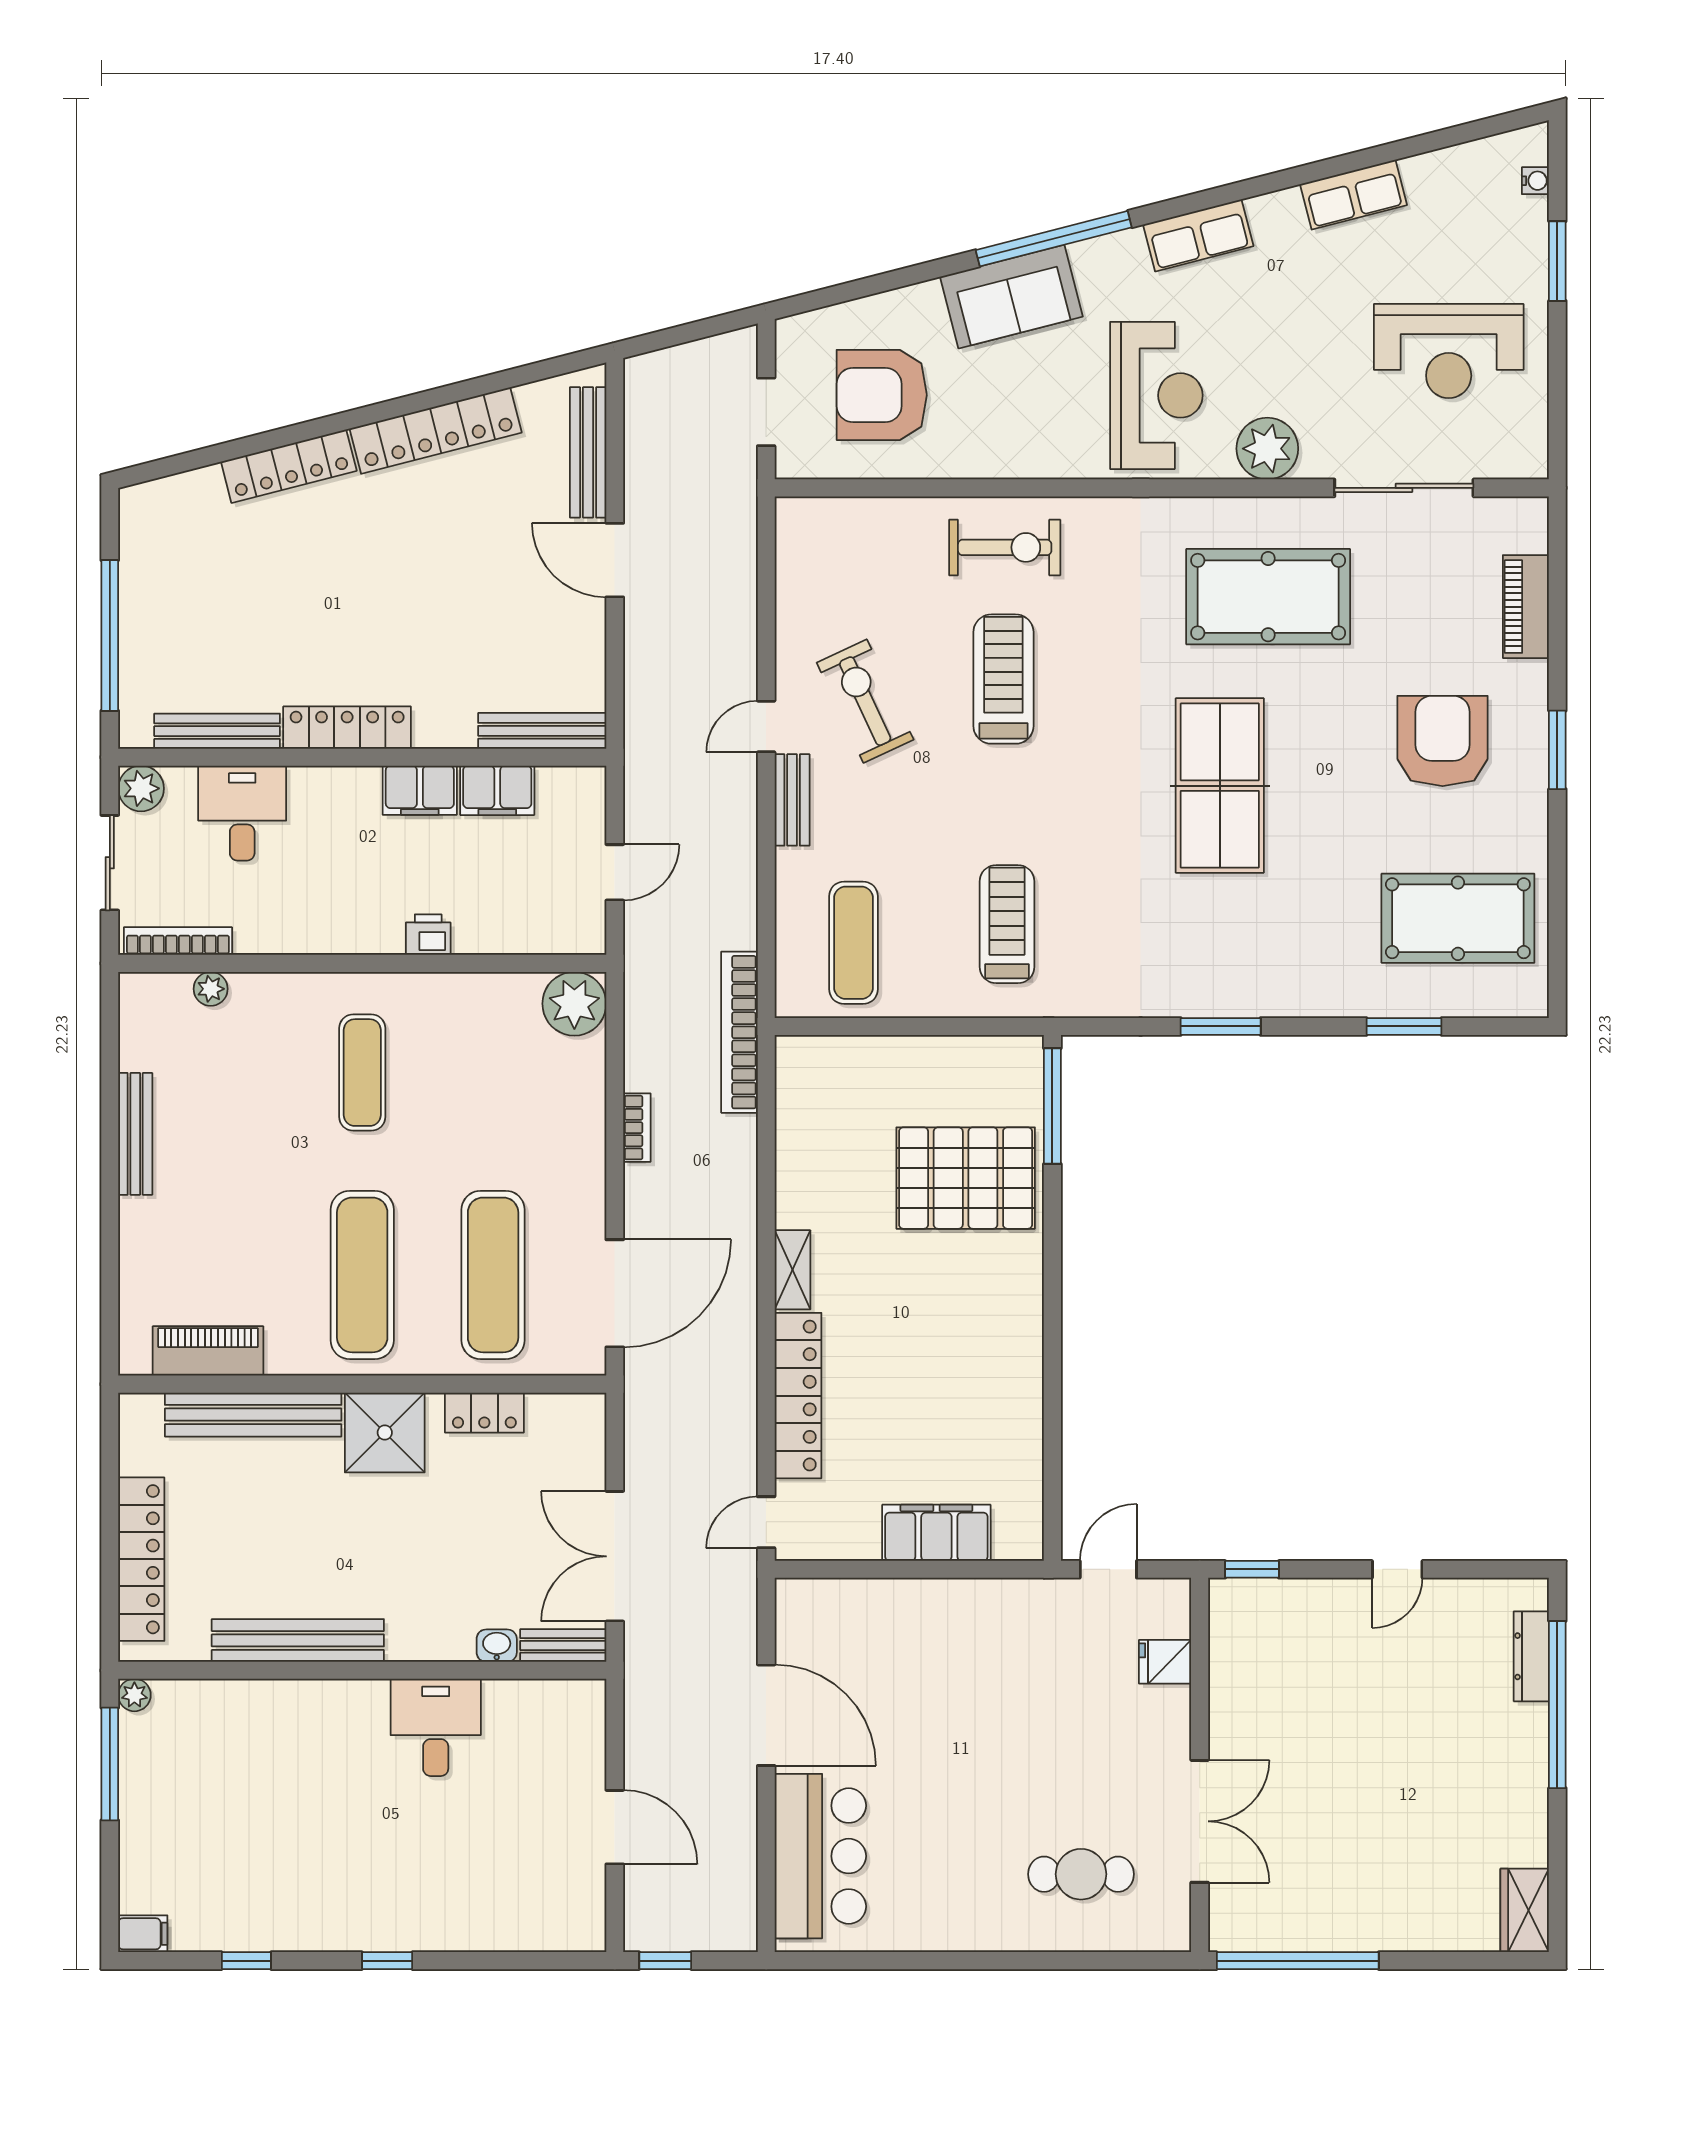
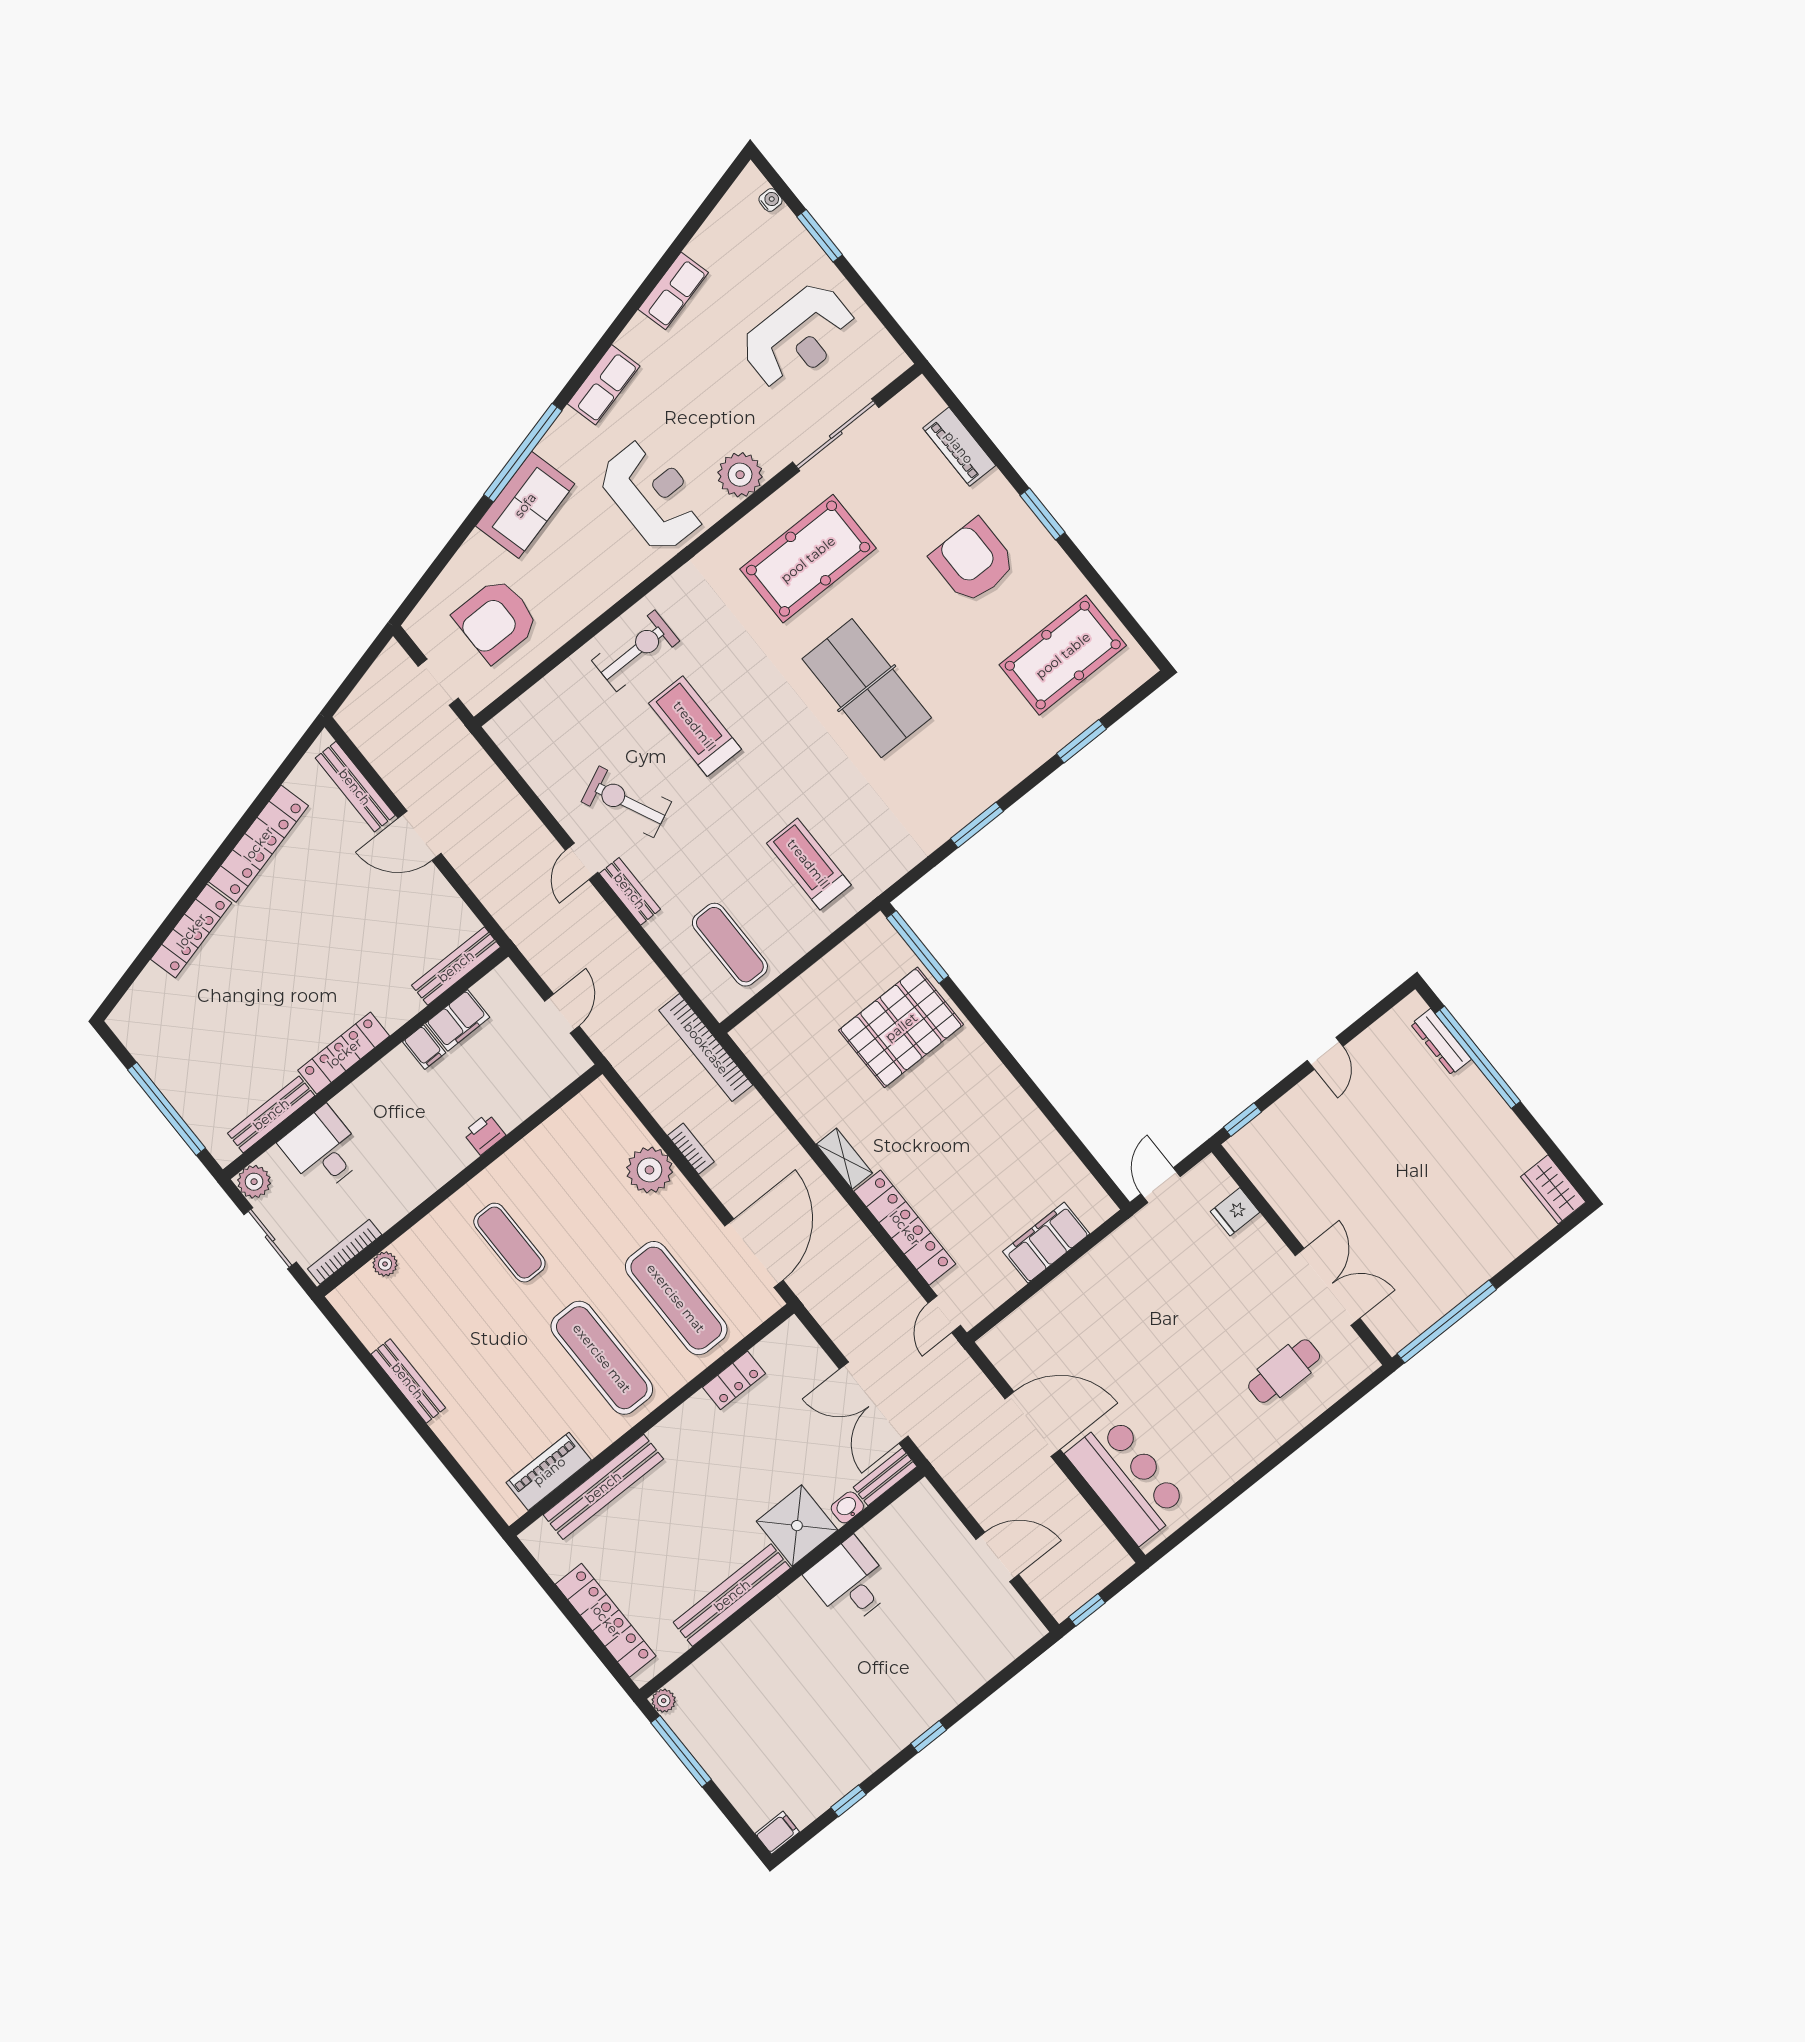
filing cabinet: (420, 790) -> (424, 1047), width x0.50
plant: (574, 1004) -> (650, 1170), moved
shower: (385, 1433) -> (797, 1526), moved

